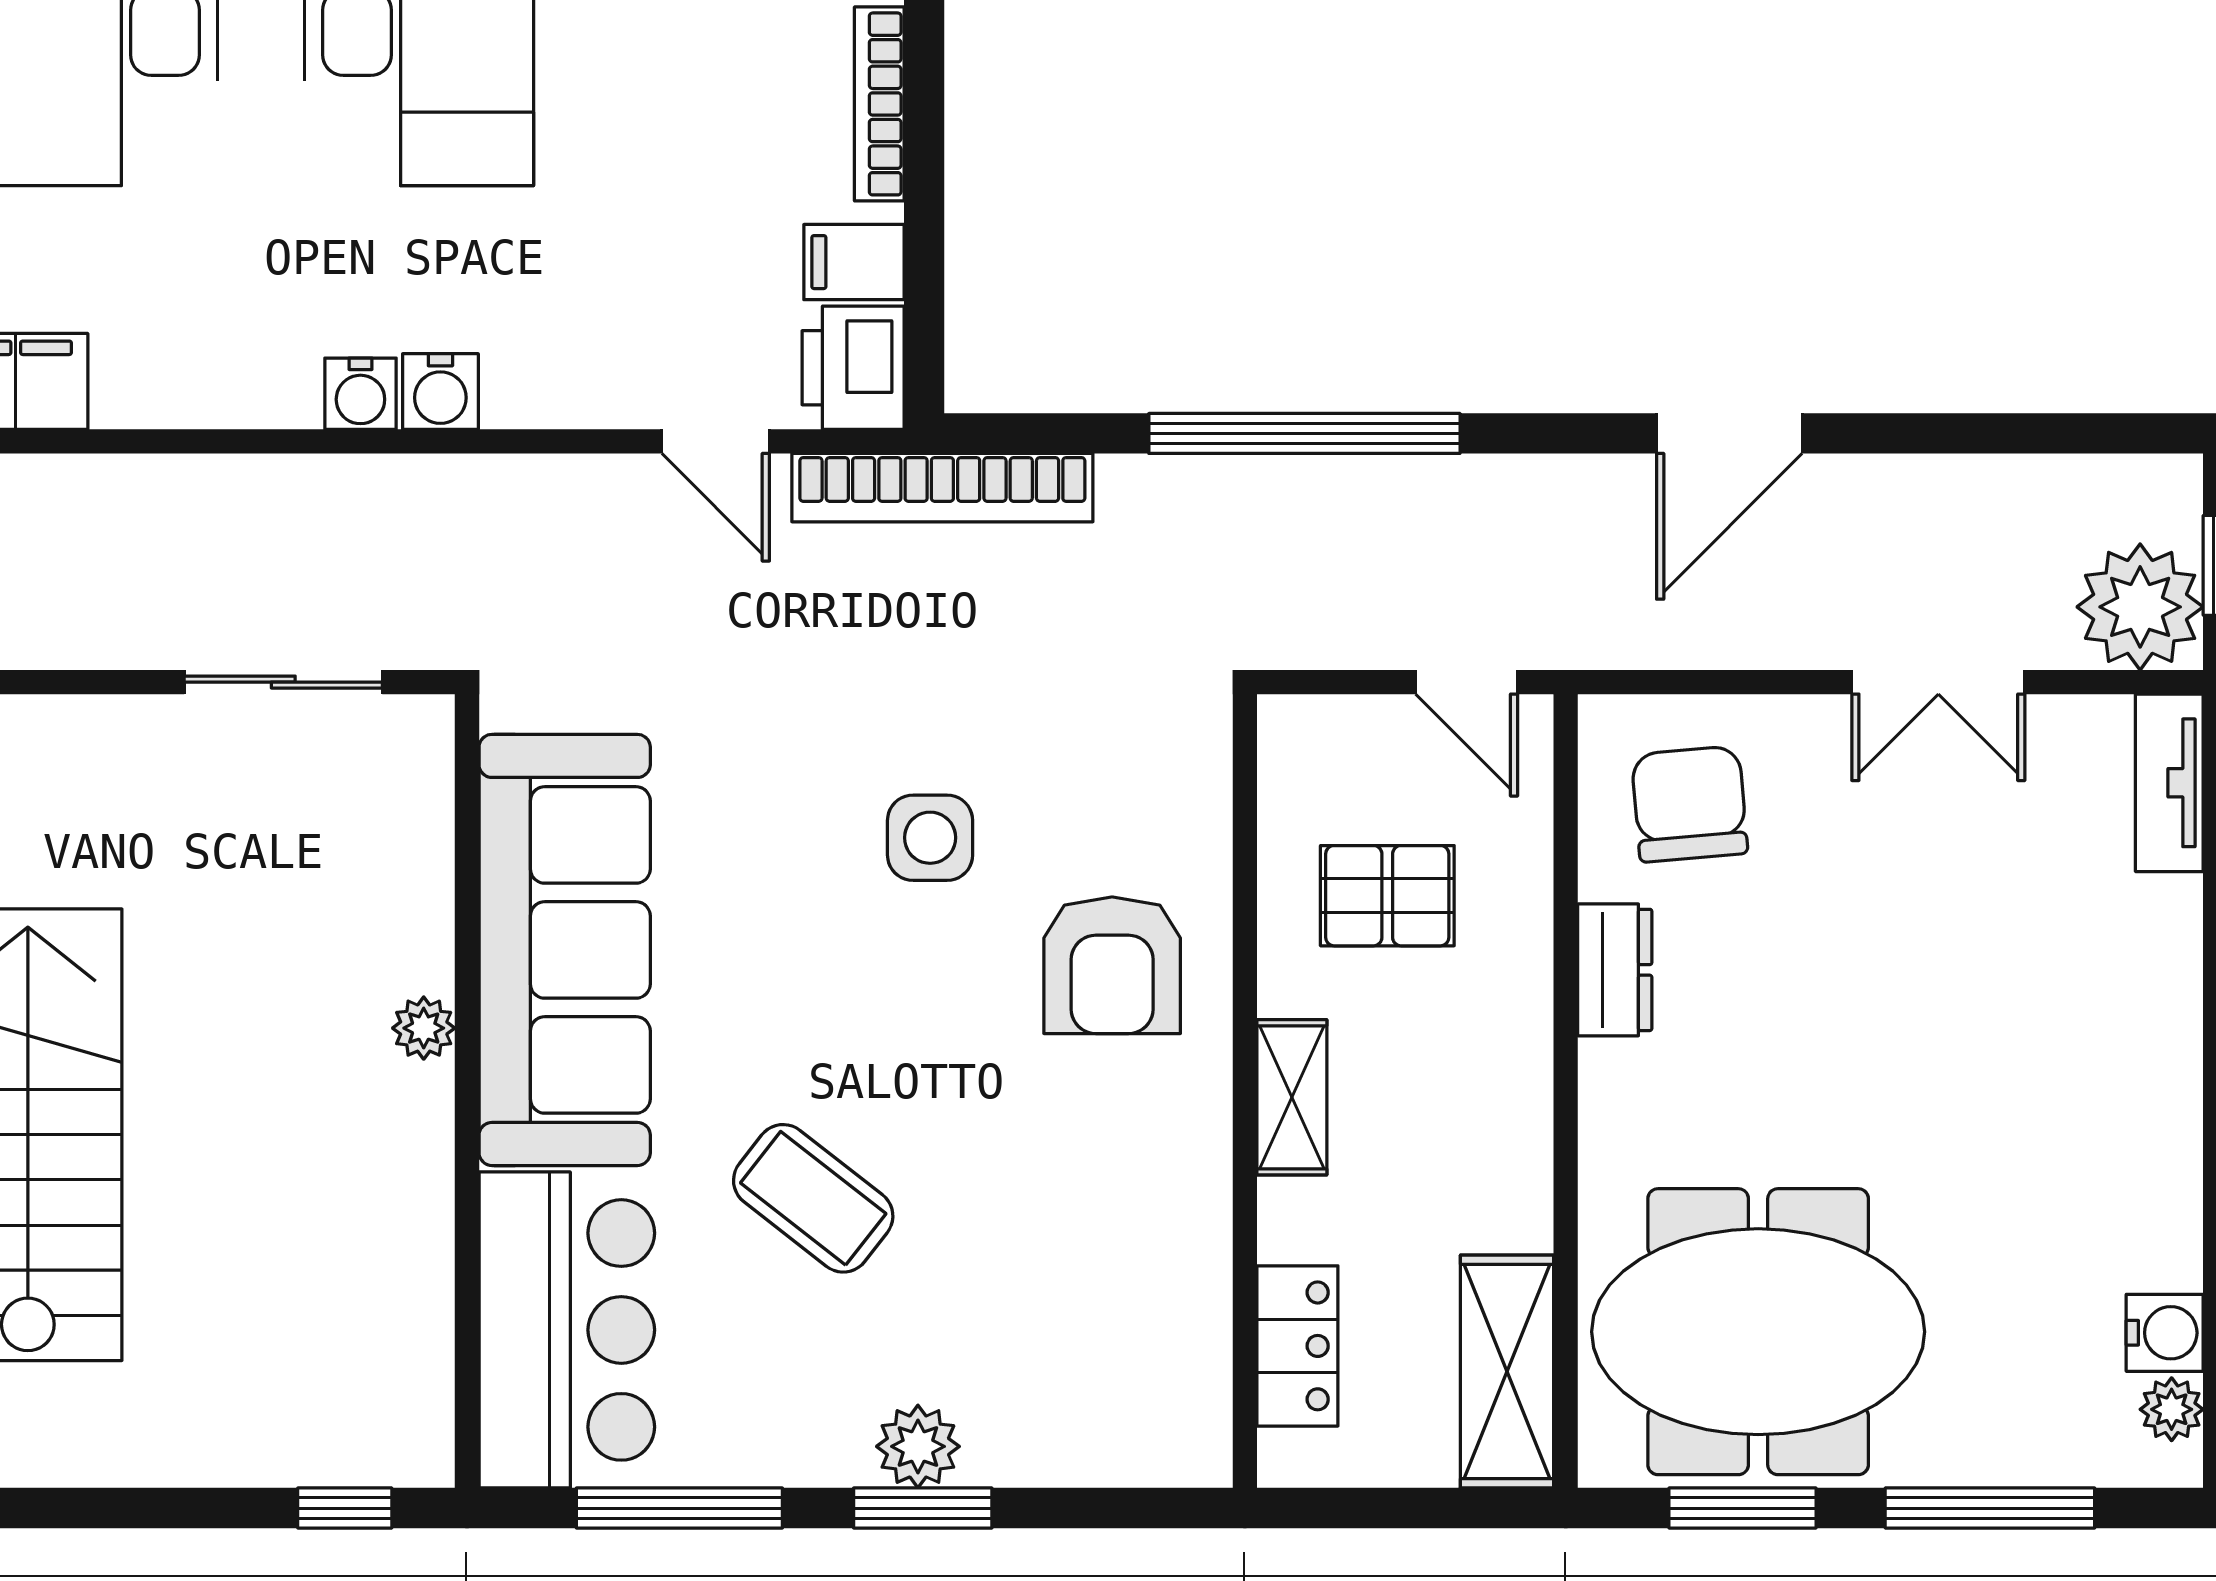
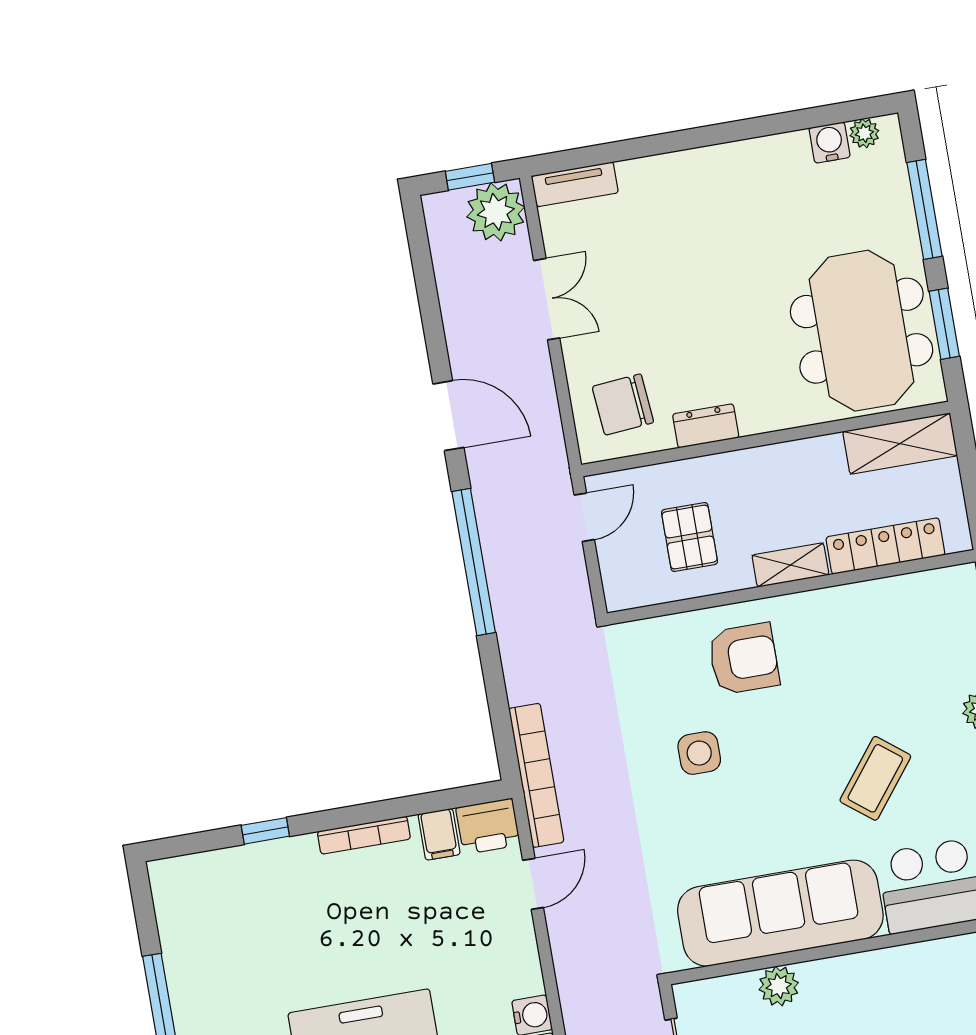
window: (1304, 433) -> (474, 562), moved
plant: (424, 1028) -> (779, 986), moved, width x1.38, depth x1.38
locker: (1297, 1346) -> (885, 546), width x1.53

